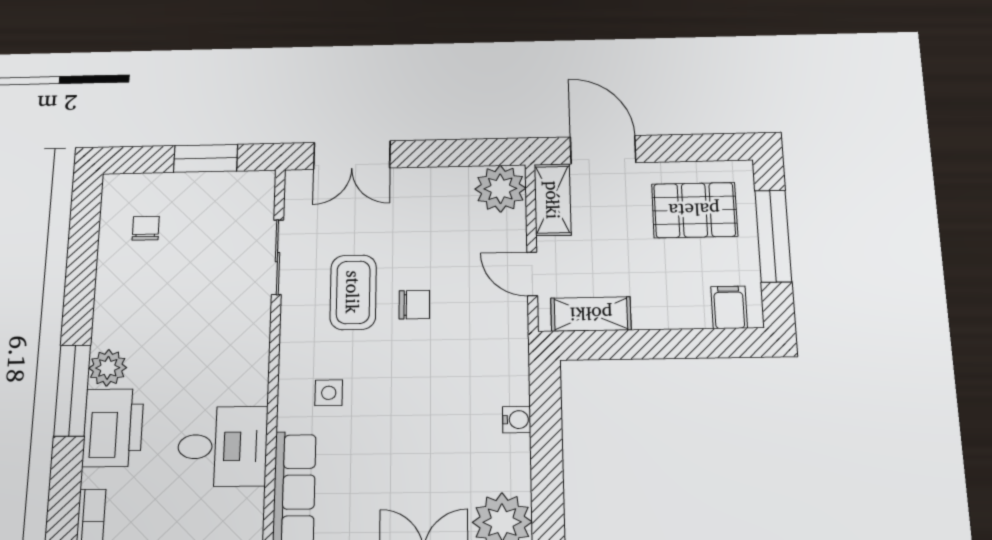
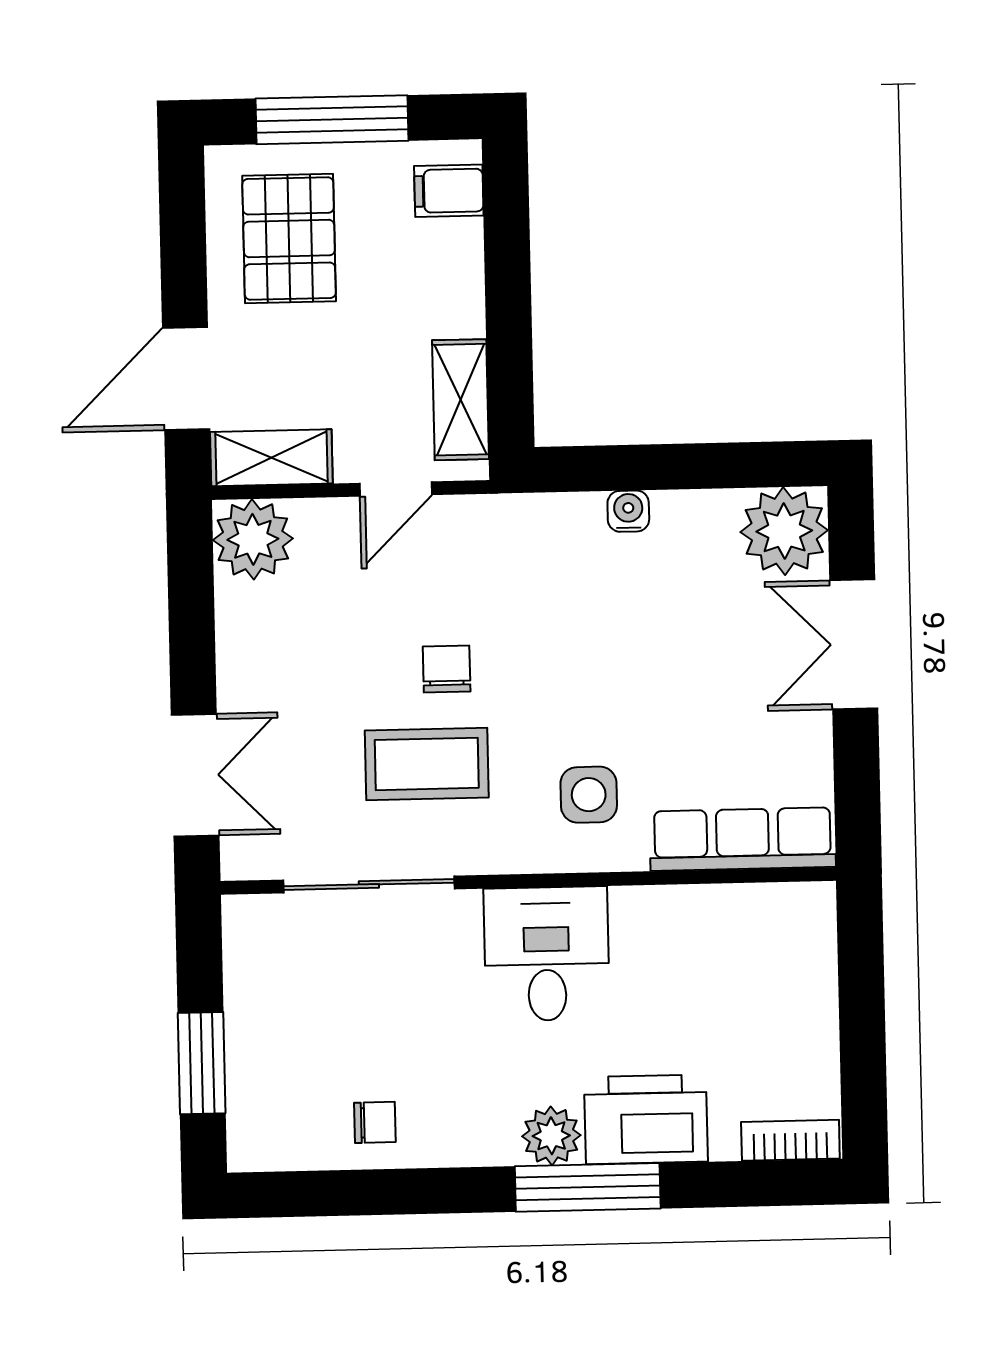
window: (206, 158) -> (202, 1063), moved
chair: (146, 228) -> (375, 1122), moved, turned 180
sliding door: (277, 257) -> (369, 884), width x1.37
side table: (329, 393) -> (589, 795), width x1.37, depth x1.37
desk: (222, 446) -> (547, 954), moved

